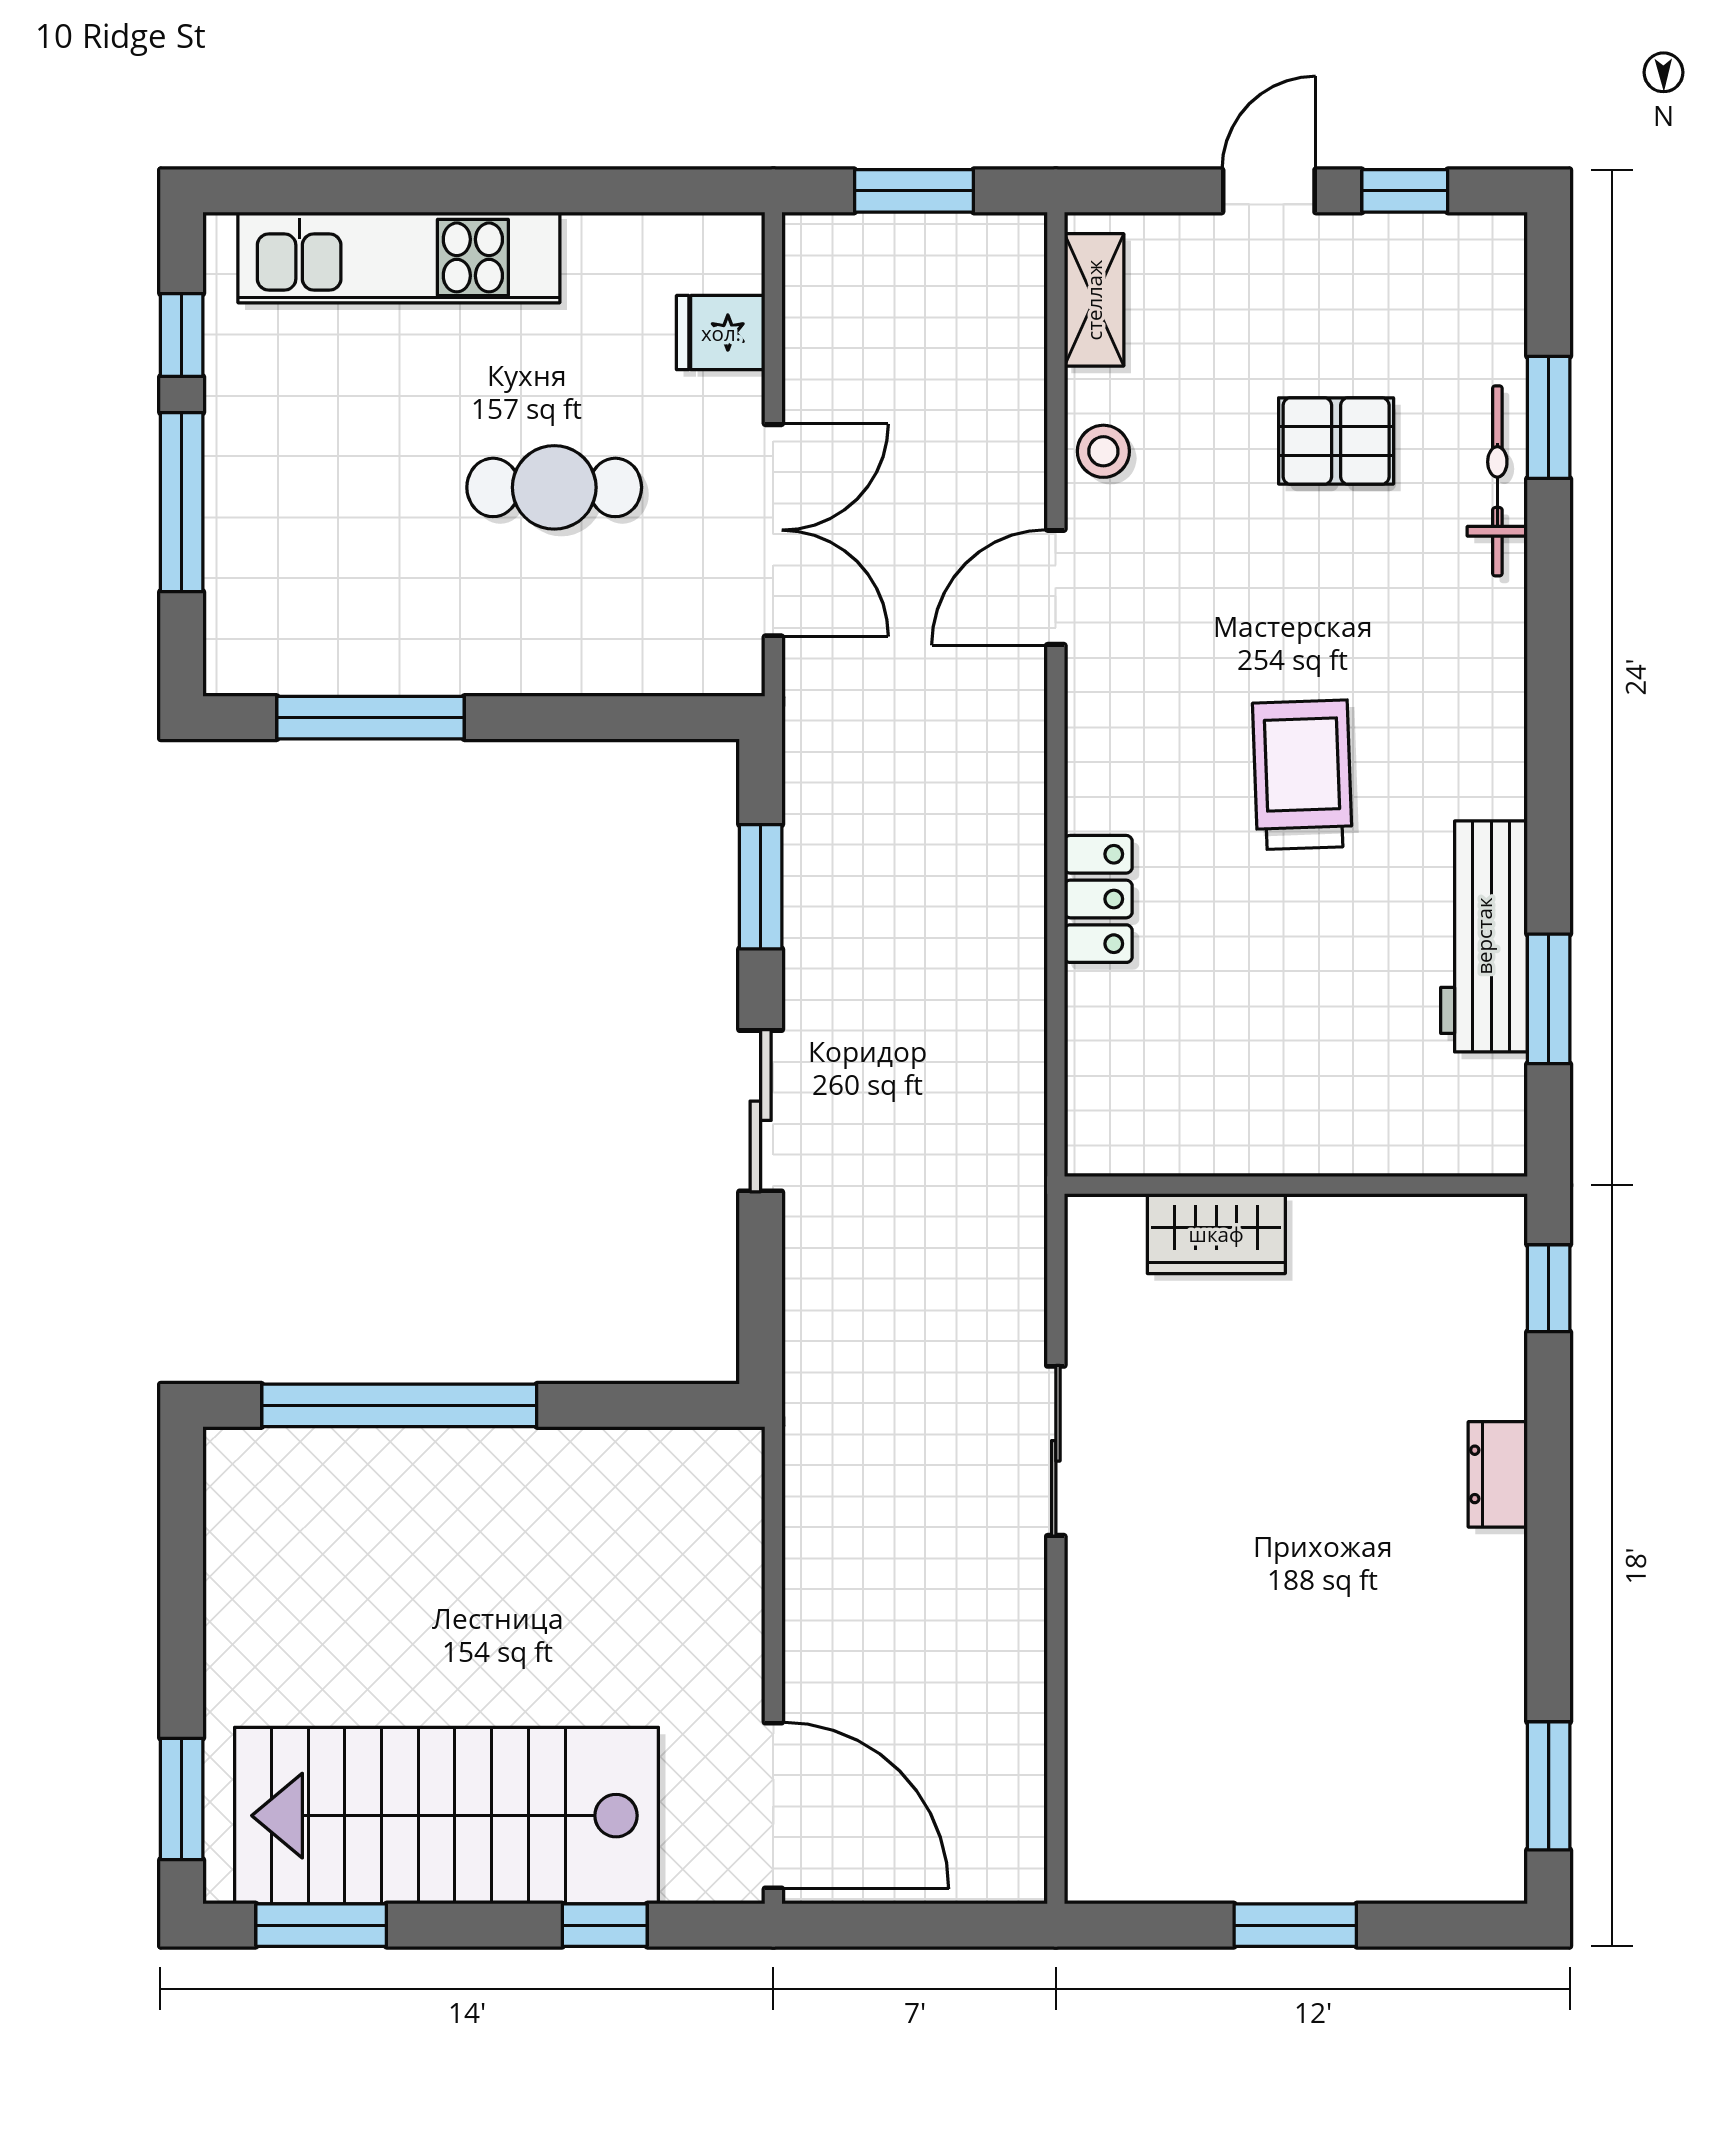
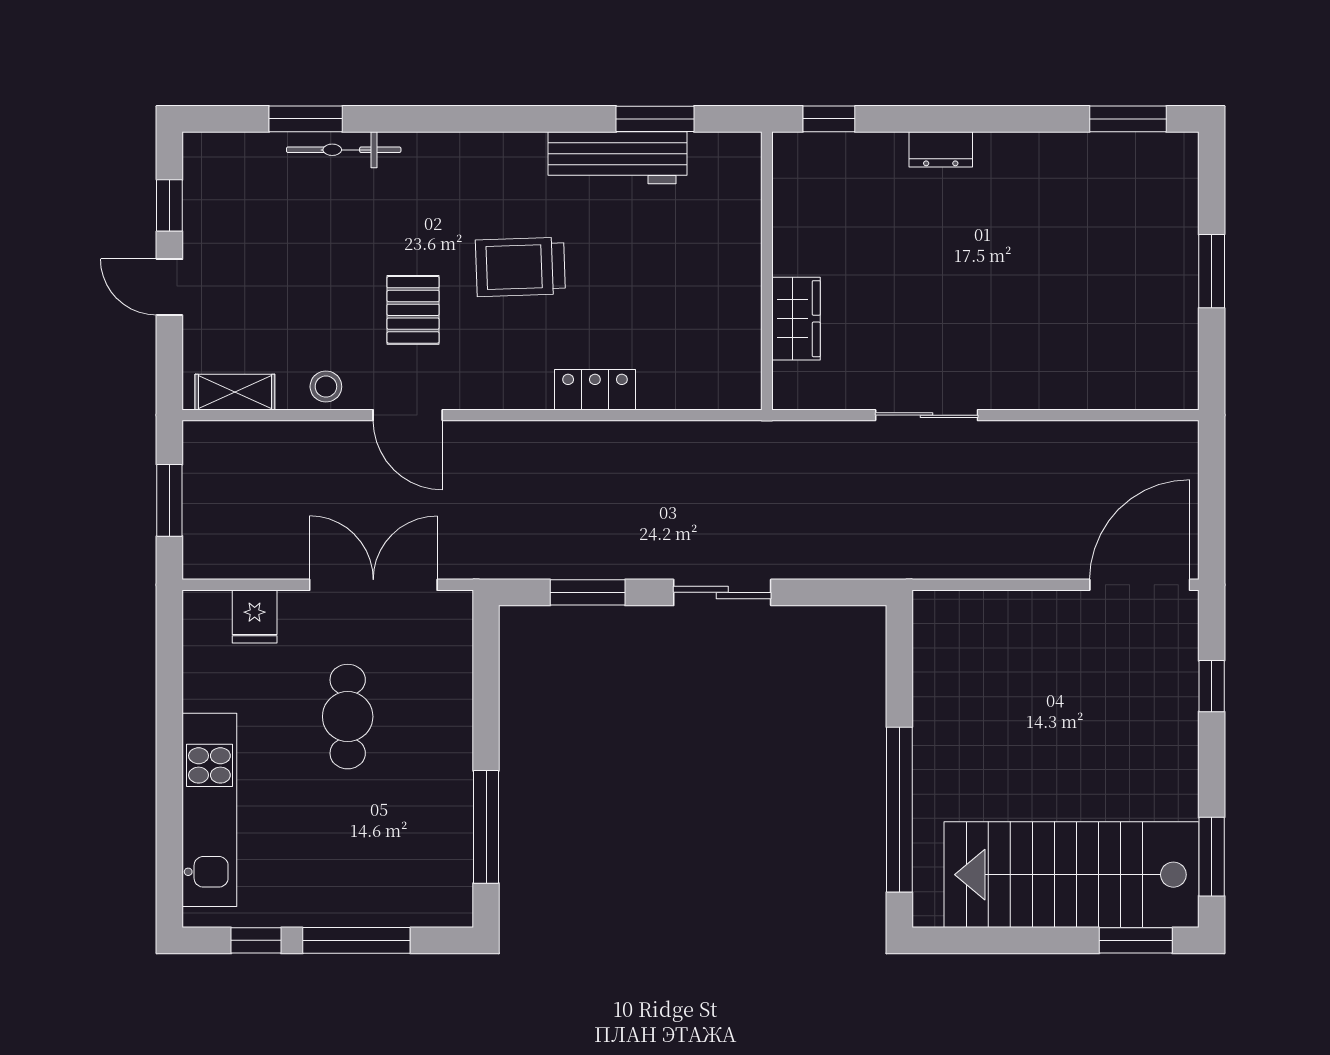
pallet: (1336, 441) -> (413, 310), moved
stairs: (446, 1816) -> (1072, 875), moved, turned 90

